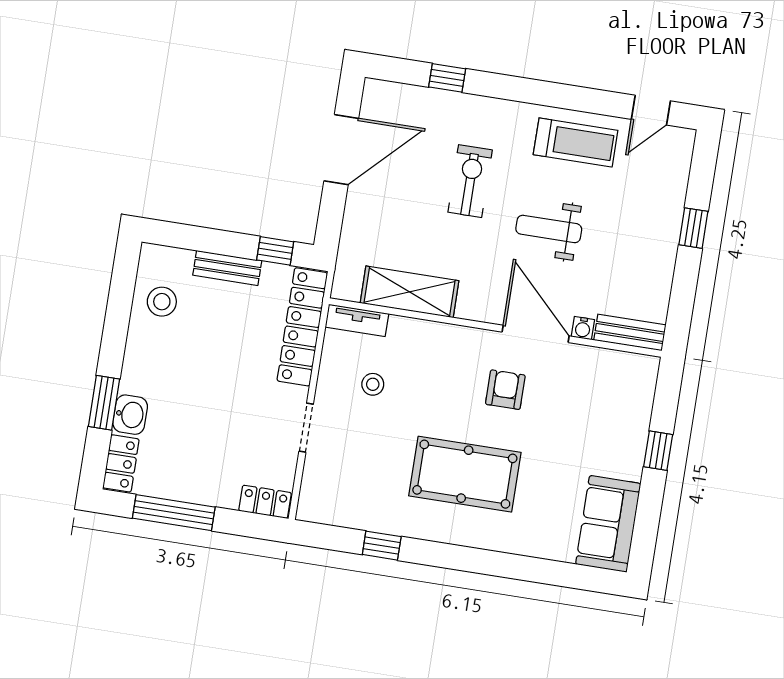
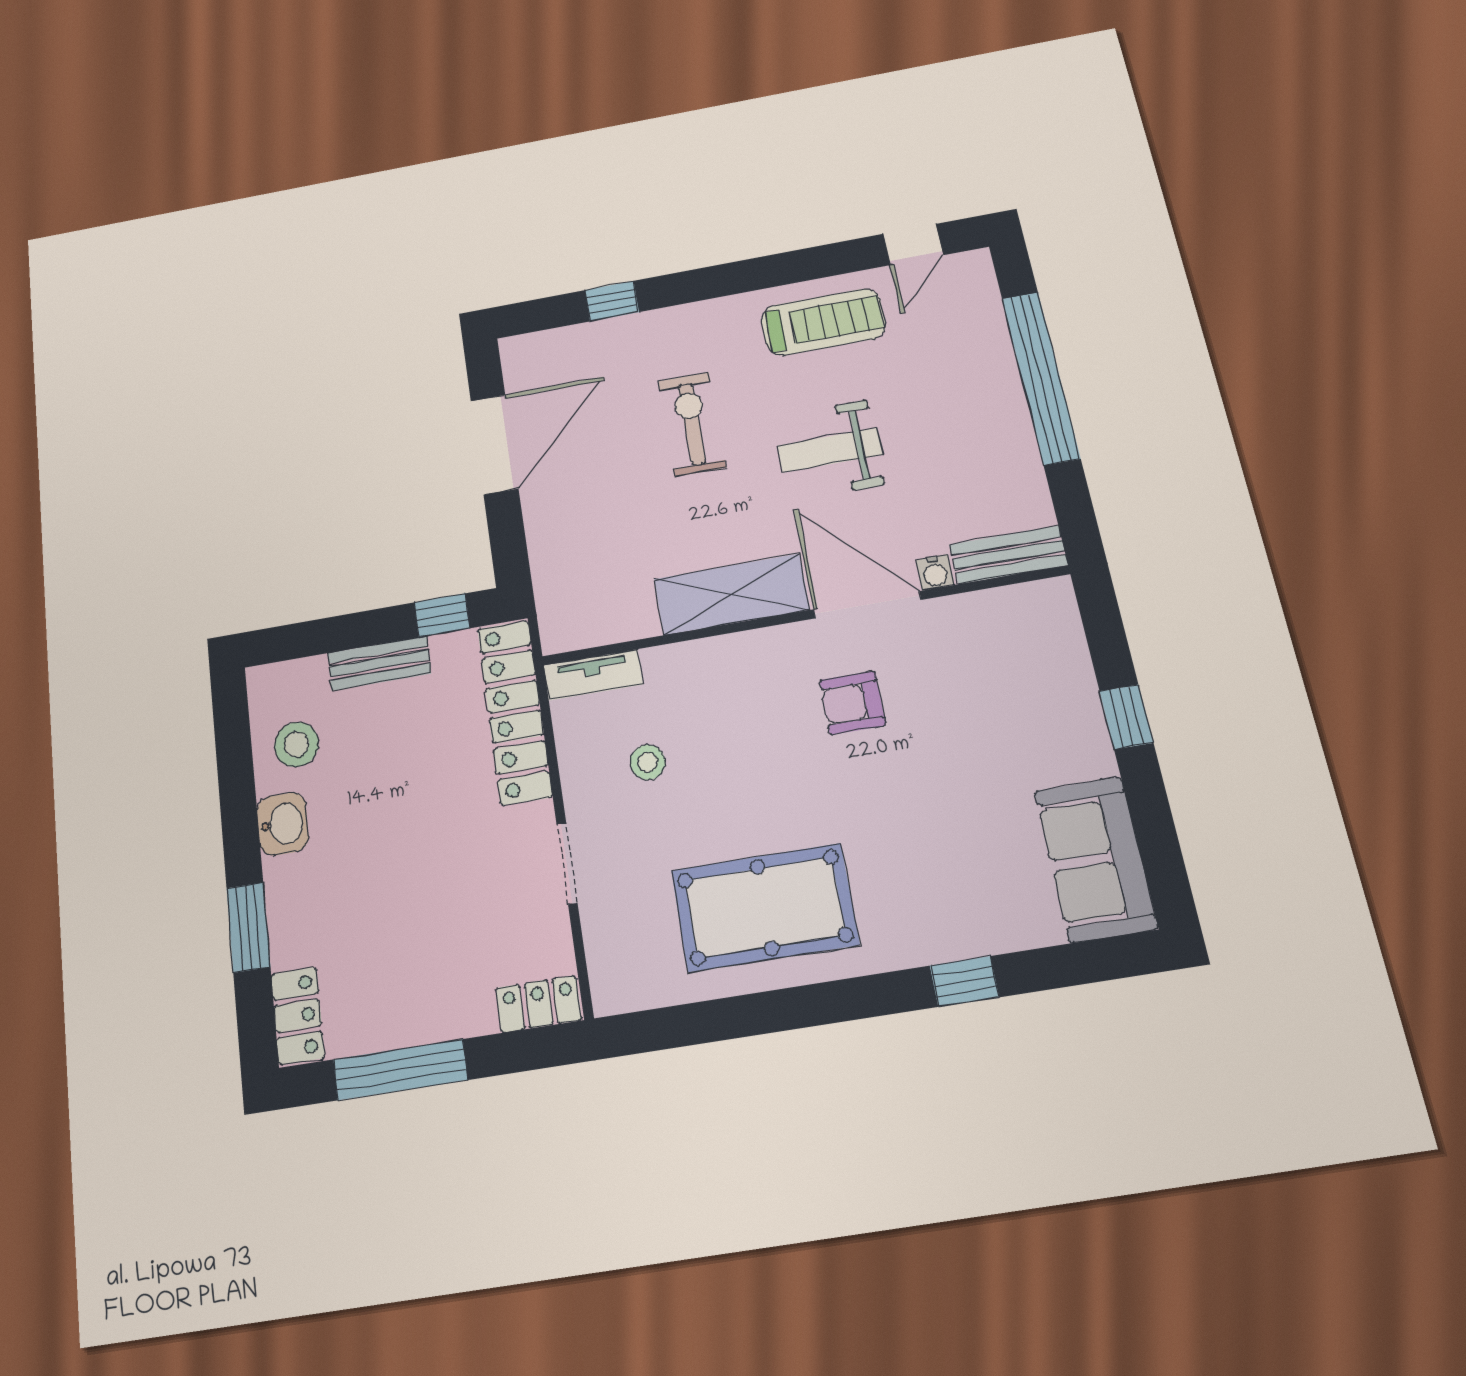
window: (693, 228) -> (1041, 378), width x3.17
shelving: (409, 292) -> (732, 594), moved
armchair: (505, 390) -> (852, 703), turned -90
washbasin: (130, 415) -> (283, 824), moved
pool table: (465, 474) -> (765, 907), moved
window: (382, 546) -> (964, 981), moved

